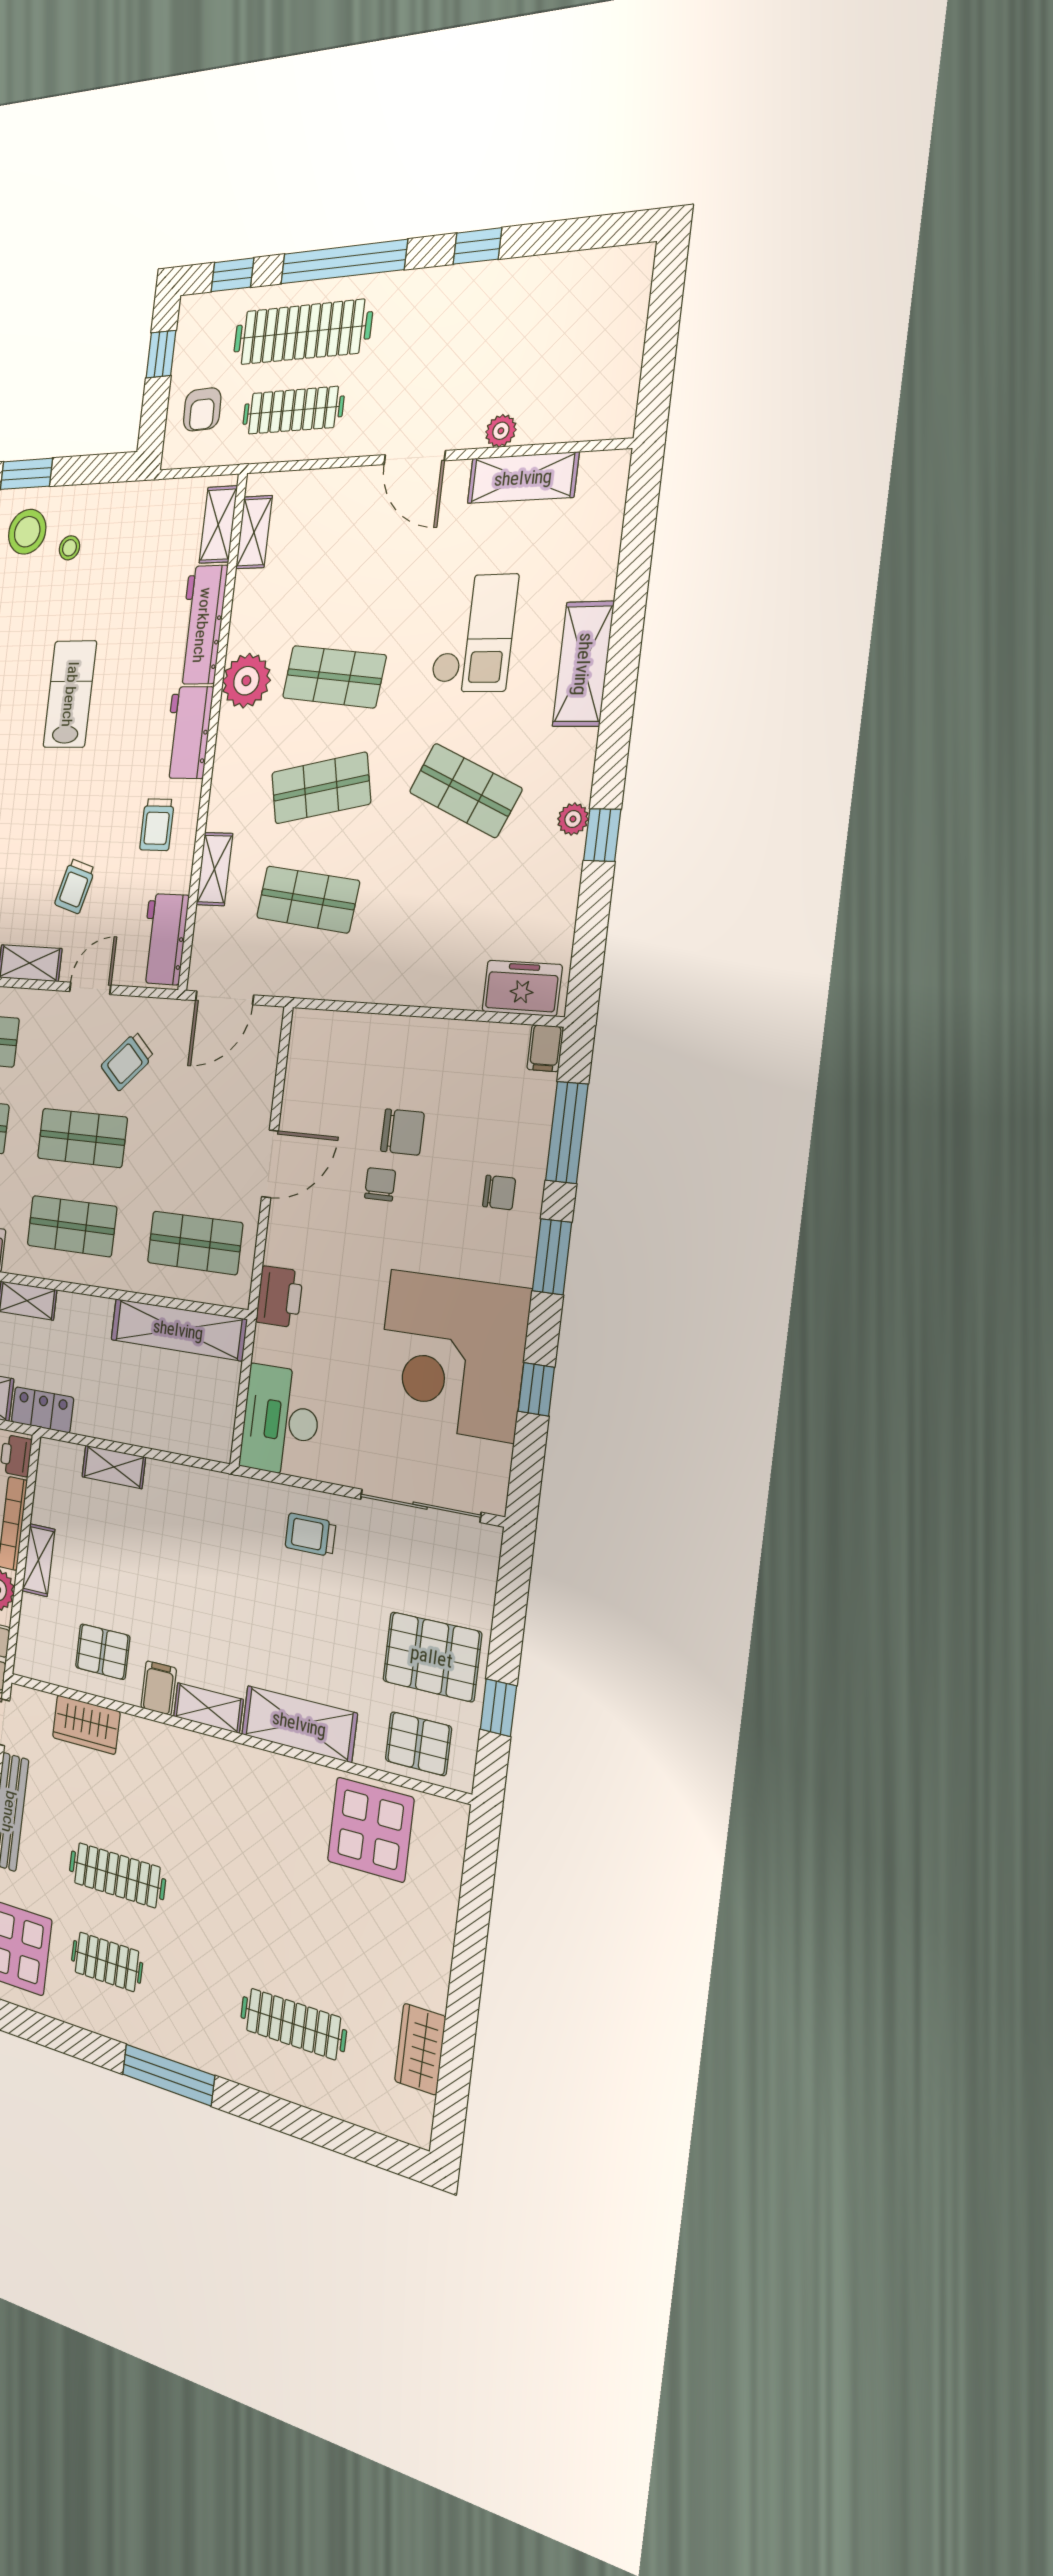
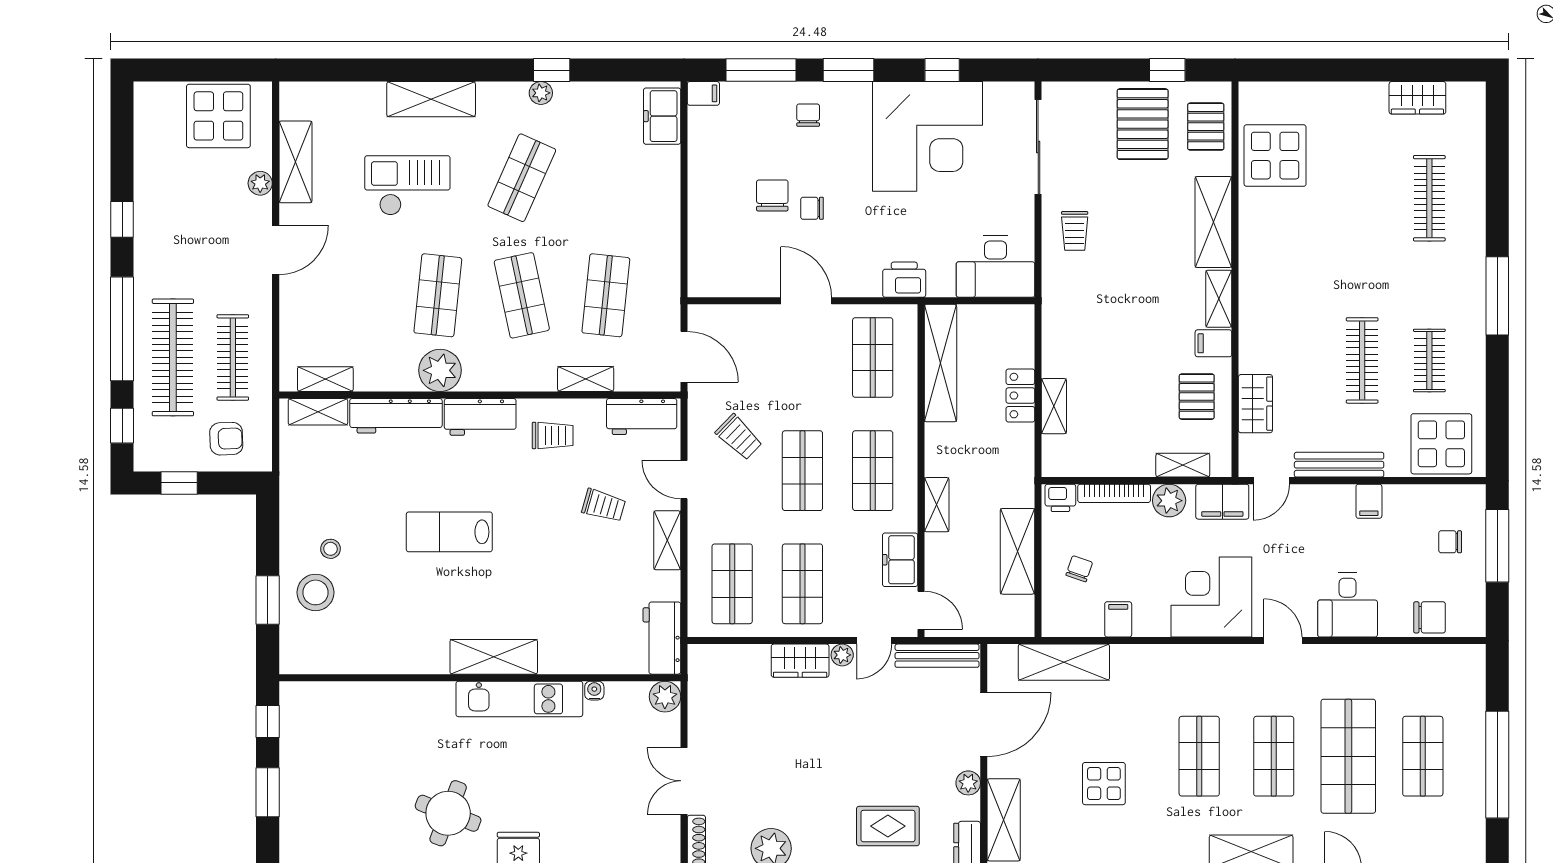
display table: (596, 366) -> (218, 116), added
locker: (42, 1410) -> (1020, 396), moved
shelving: (38, 1560) -> (1183, 465), moved

